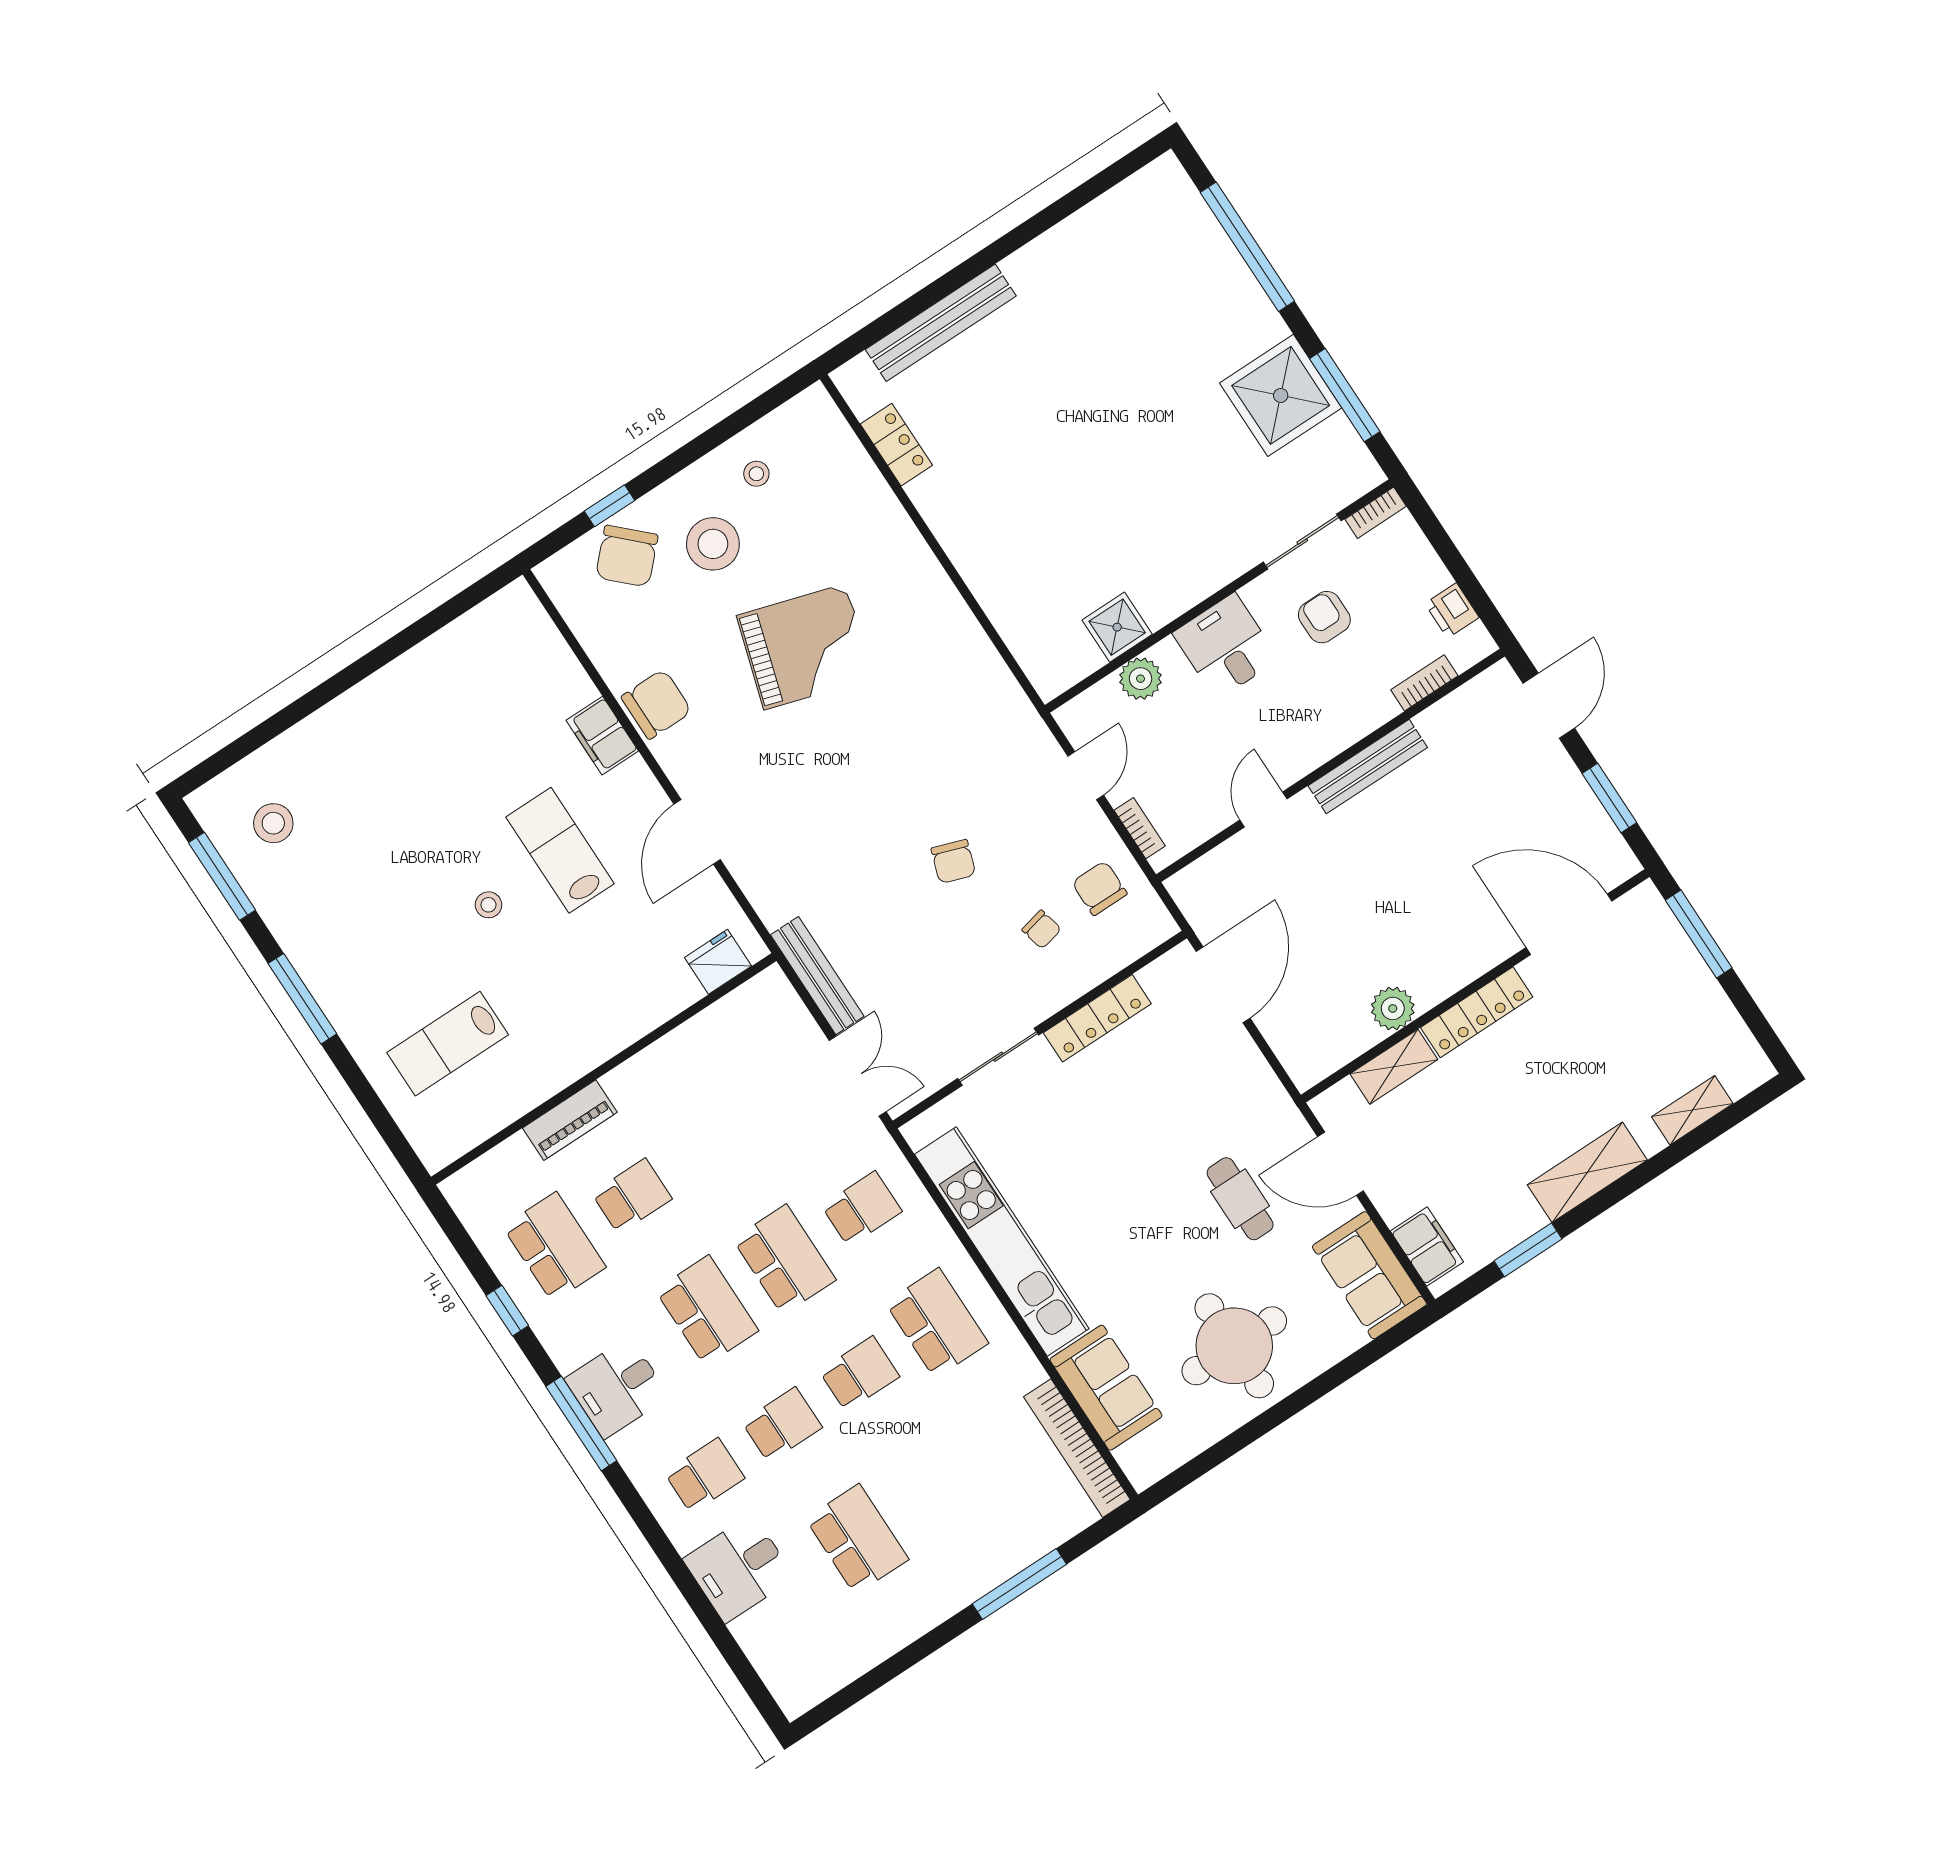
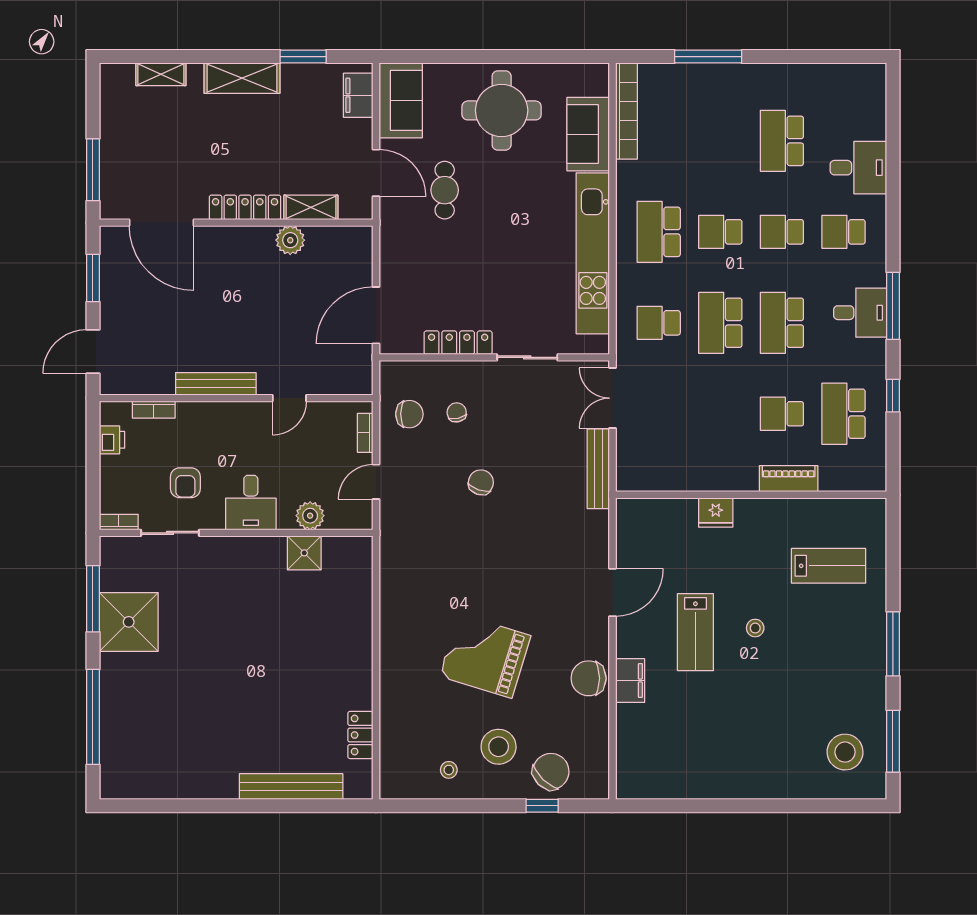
stool: (273, 823) -> (845, 752), width x1.38, depth x1.38
chair: (1100, 888) -> (409, 414), turned -90
fridge: (718, 962) -> (716, 513), moved

